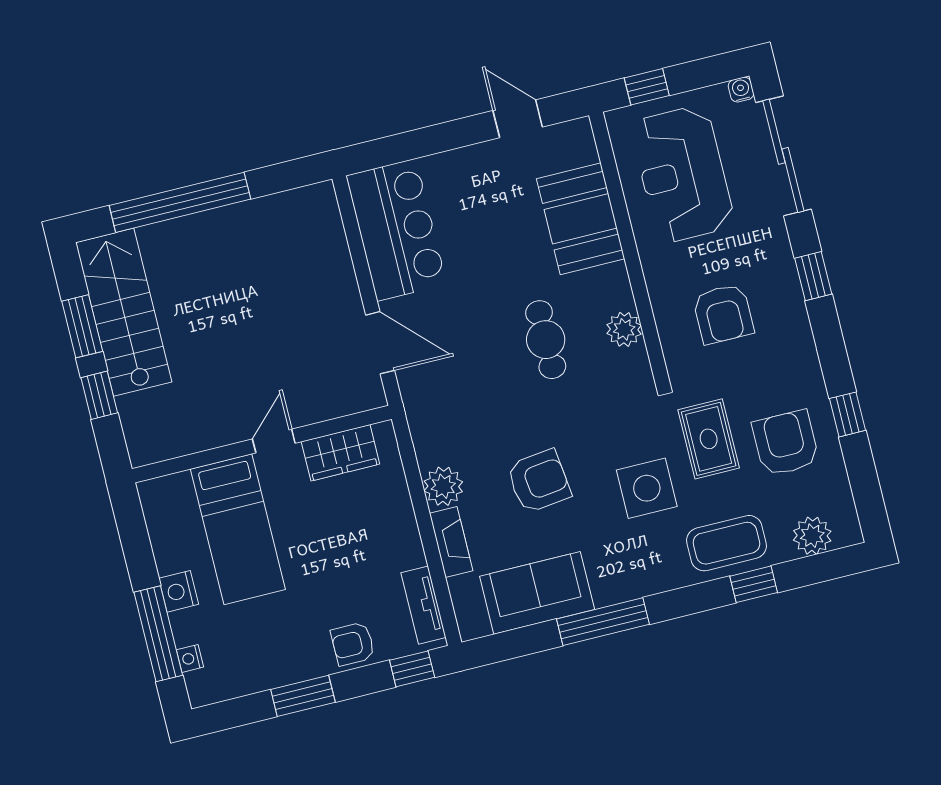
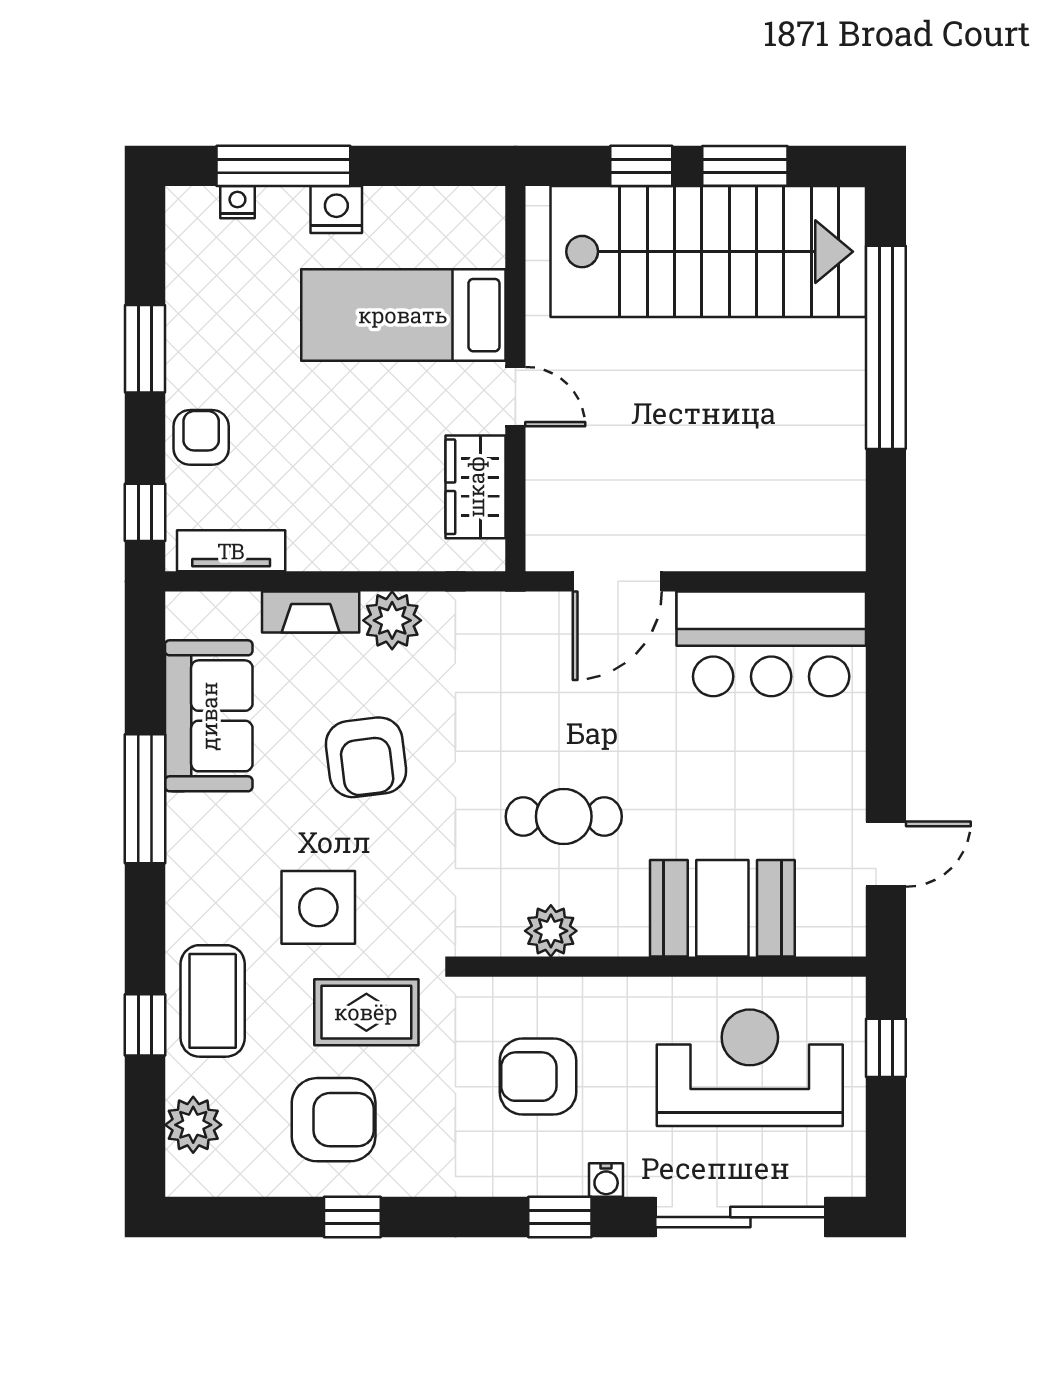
water cooler: (741, 90) -> (606, 1180), moved, turned 90
stairs: (124, 312) -> (708, 252), width x1.36, depth x1.51

